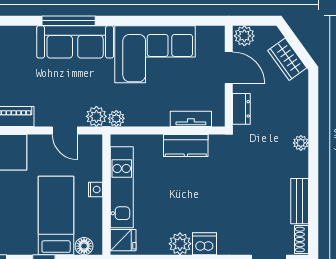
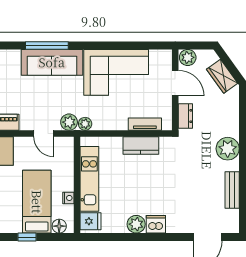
plant: (301, 143) -> (228, 149), width x1.87, depth x1.87
nightstand: (96, 190) -> (68, 198), moved
shoe rack: (302, 239) -> (234, 221), removed

